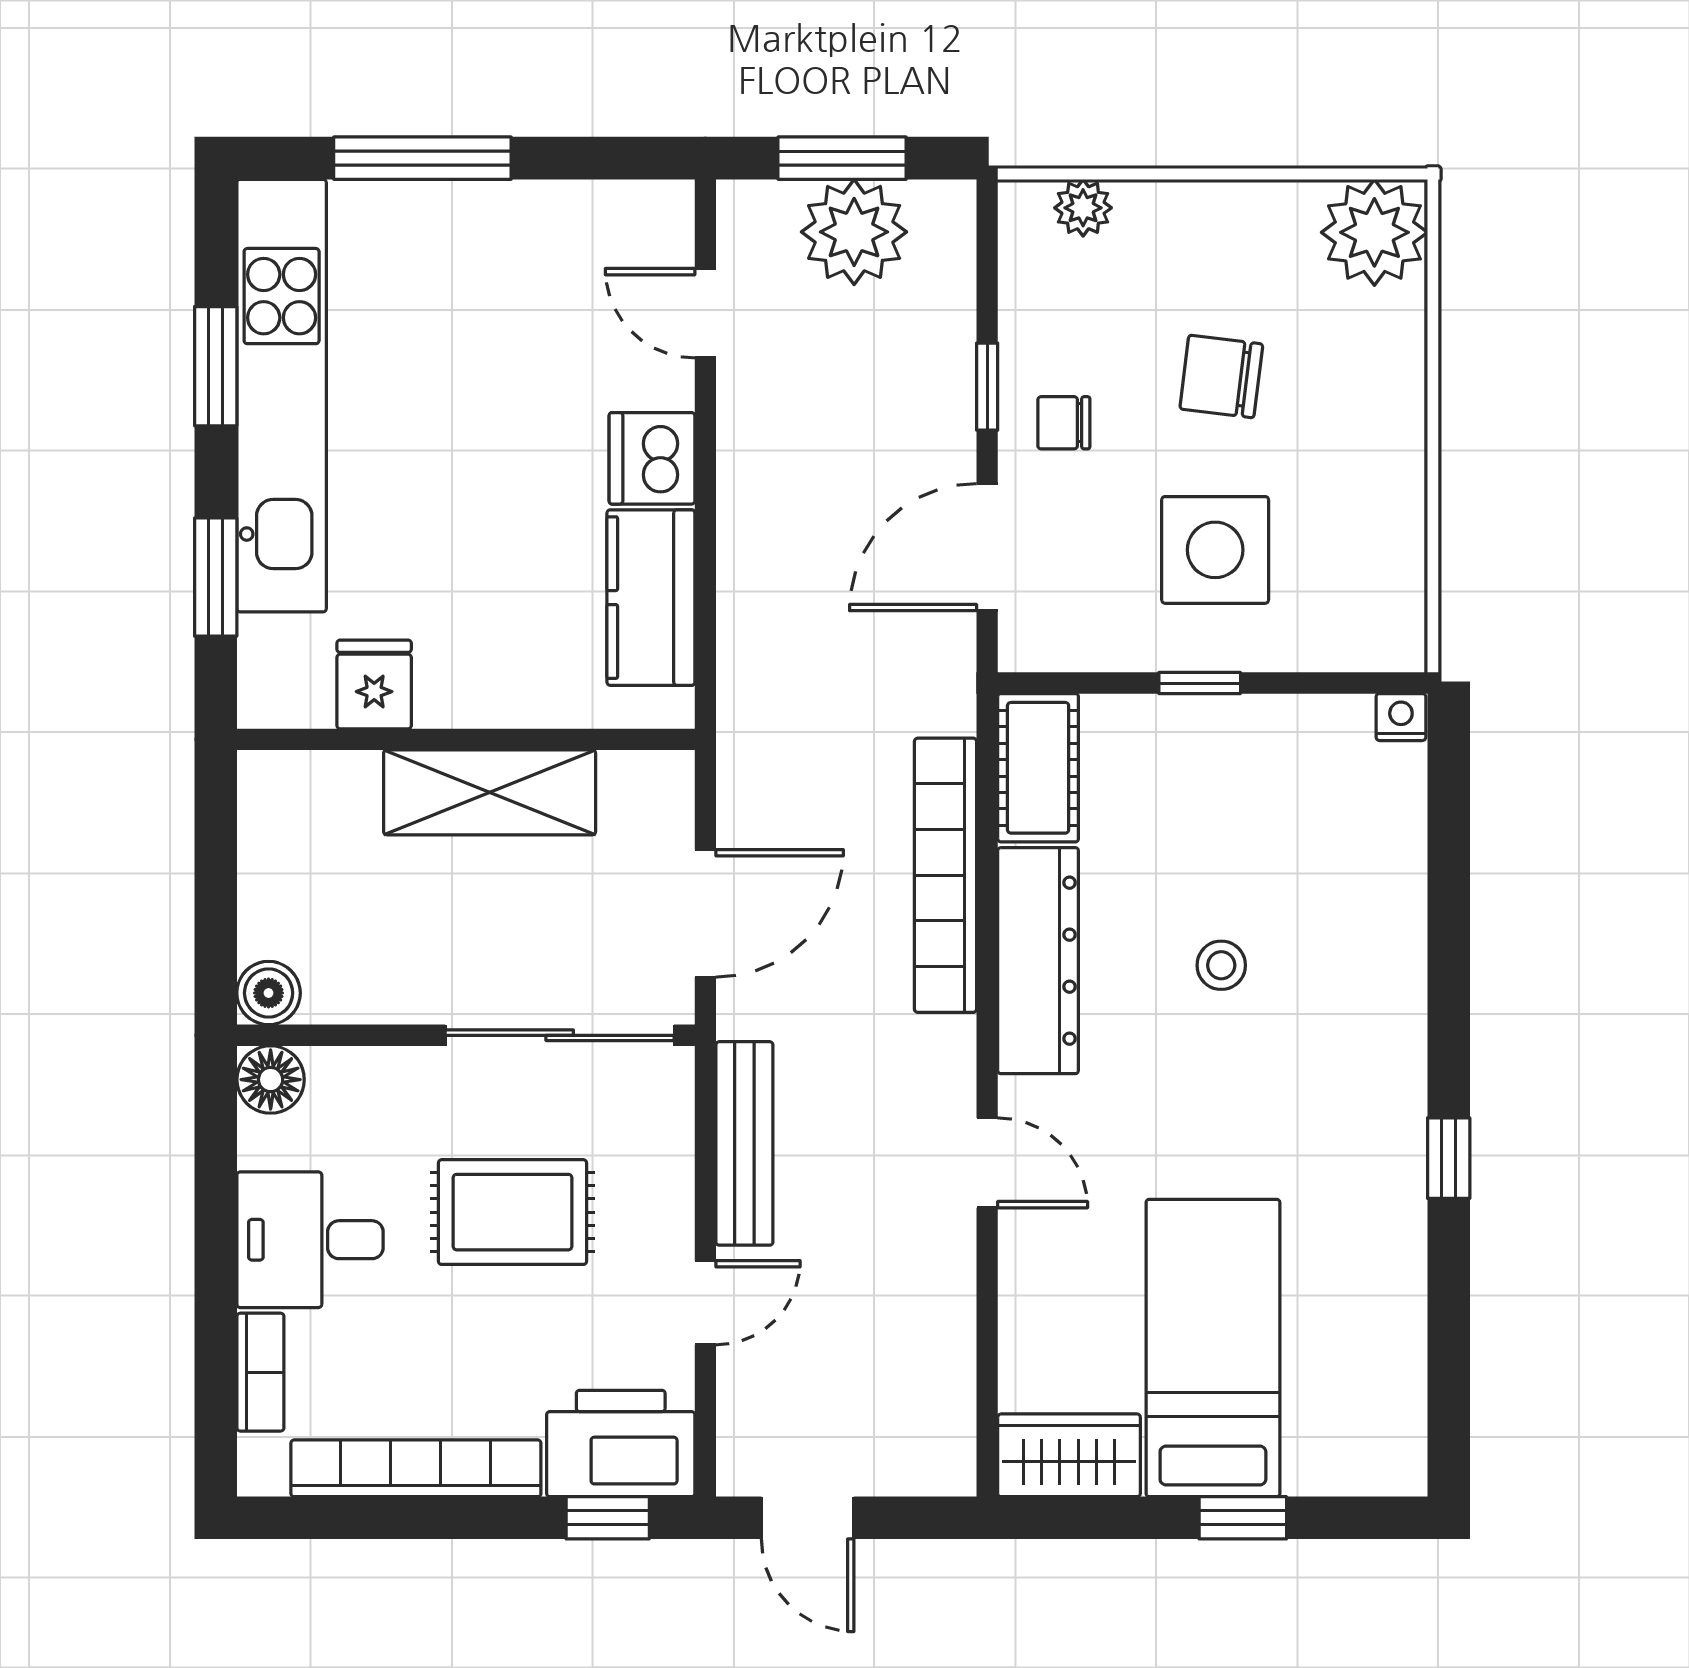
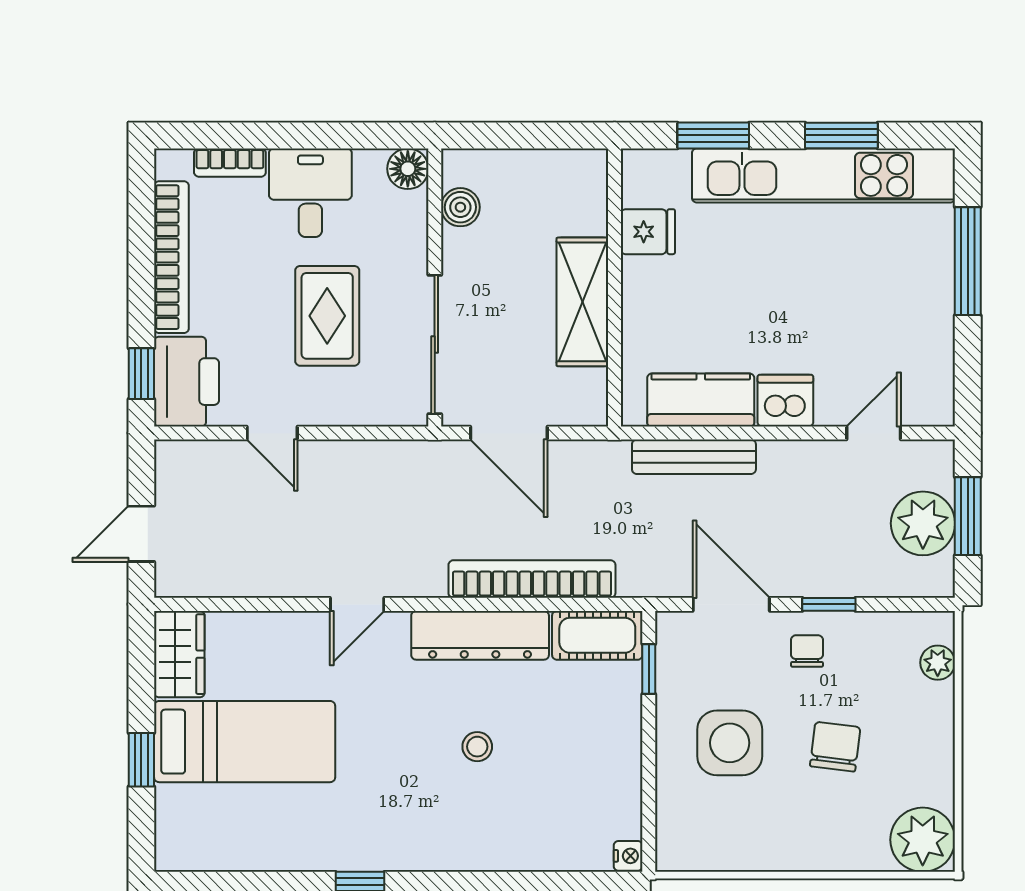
window: (1200, 683) -> (649, 669), moved
boiler: (269, 993) -> (460, 207), moved
bench: (744, 1143) -> (694, 457), moved
door: (808, 1518) -> (141, 534), moved

